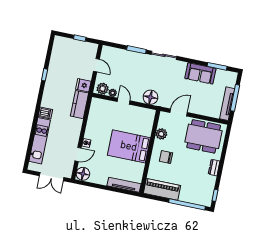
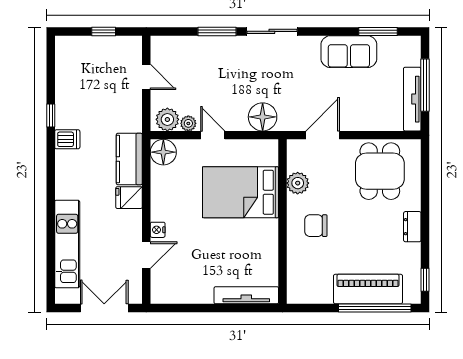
fridge: (83, 85) -> (129, 198), moved
dishwasher: (45, 113) -> (67, 139), moved
dining table: (204, 136) -> (380, 171), width x0.73
bed: (129, 146) -> (241, 192), moved
floor lamp: (83, 174) -> (163, 152), moved
double door: (52, 177) -> (104, 308), swing flipped
piano: (162, 189) -> (368, 289), moved

